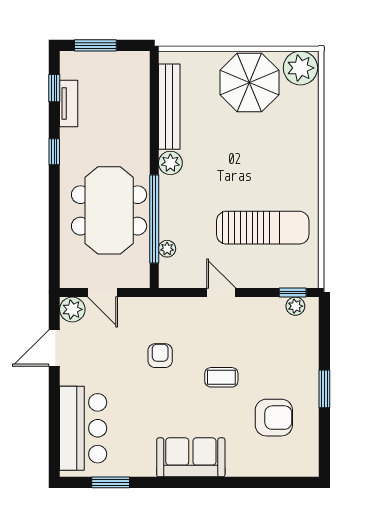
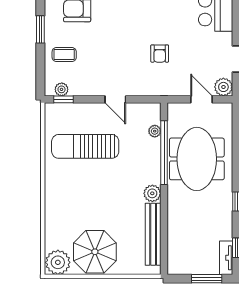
tv unit: (69, 104) -> (226, 258), moved
coffee table: (221, 377) -> (64, 55), moved

